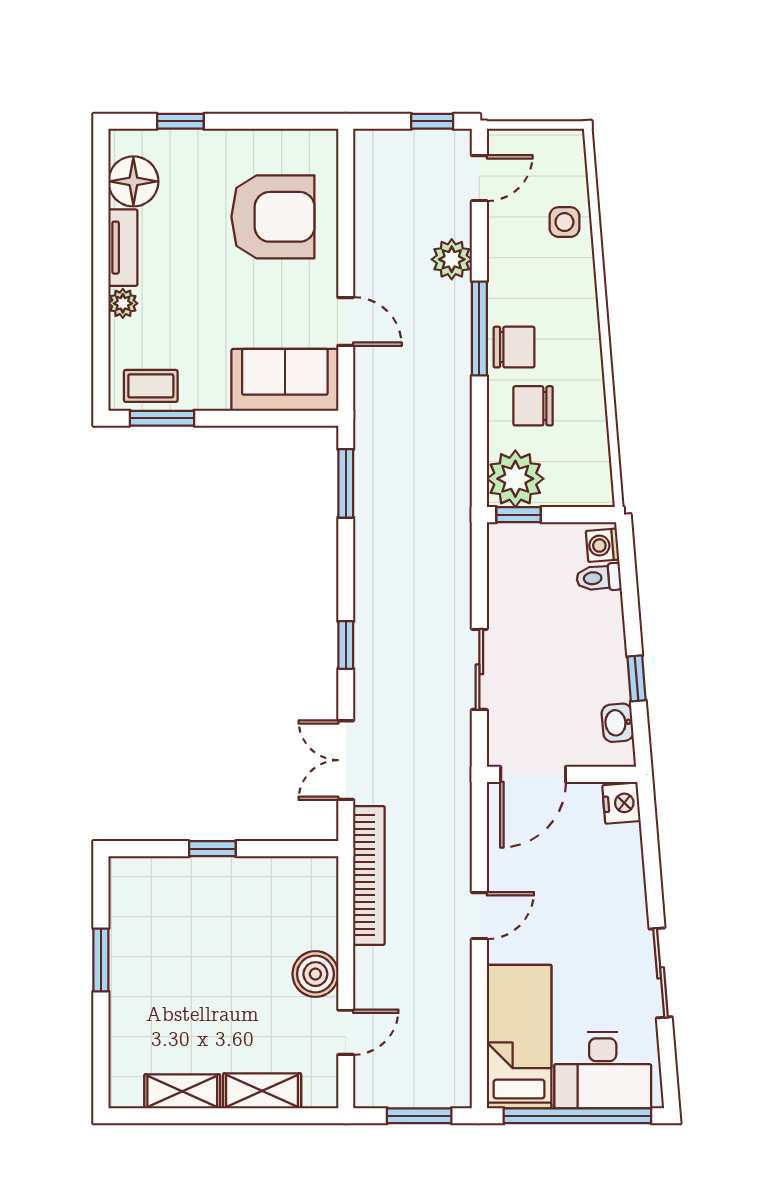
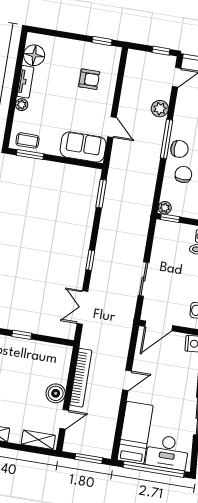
window: (180, 121) -> (102, 41), moved
armchair: (273, 217) -> (89, 79), width x0.53, depth x0.53
chair: (533, 406) -> (183, 174), turned 90
plant: (515, 479) -> (165, 208), width x0.53, depth x0.53
bookcase: (369, 875) -> (81, 378), moved
shelving: (262, 1091) -> (38, 440), moved

